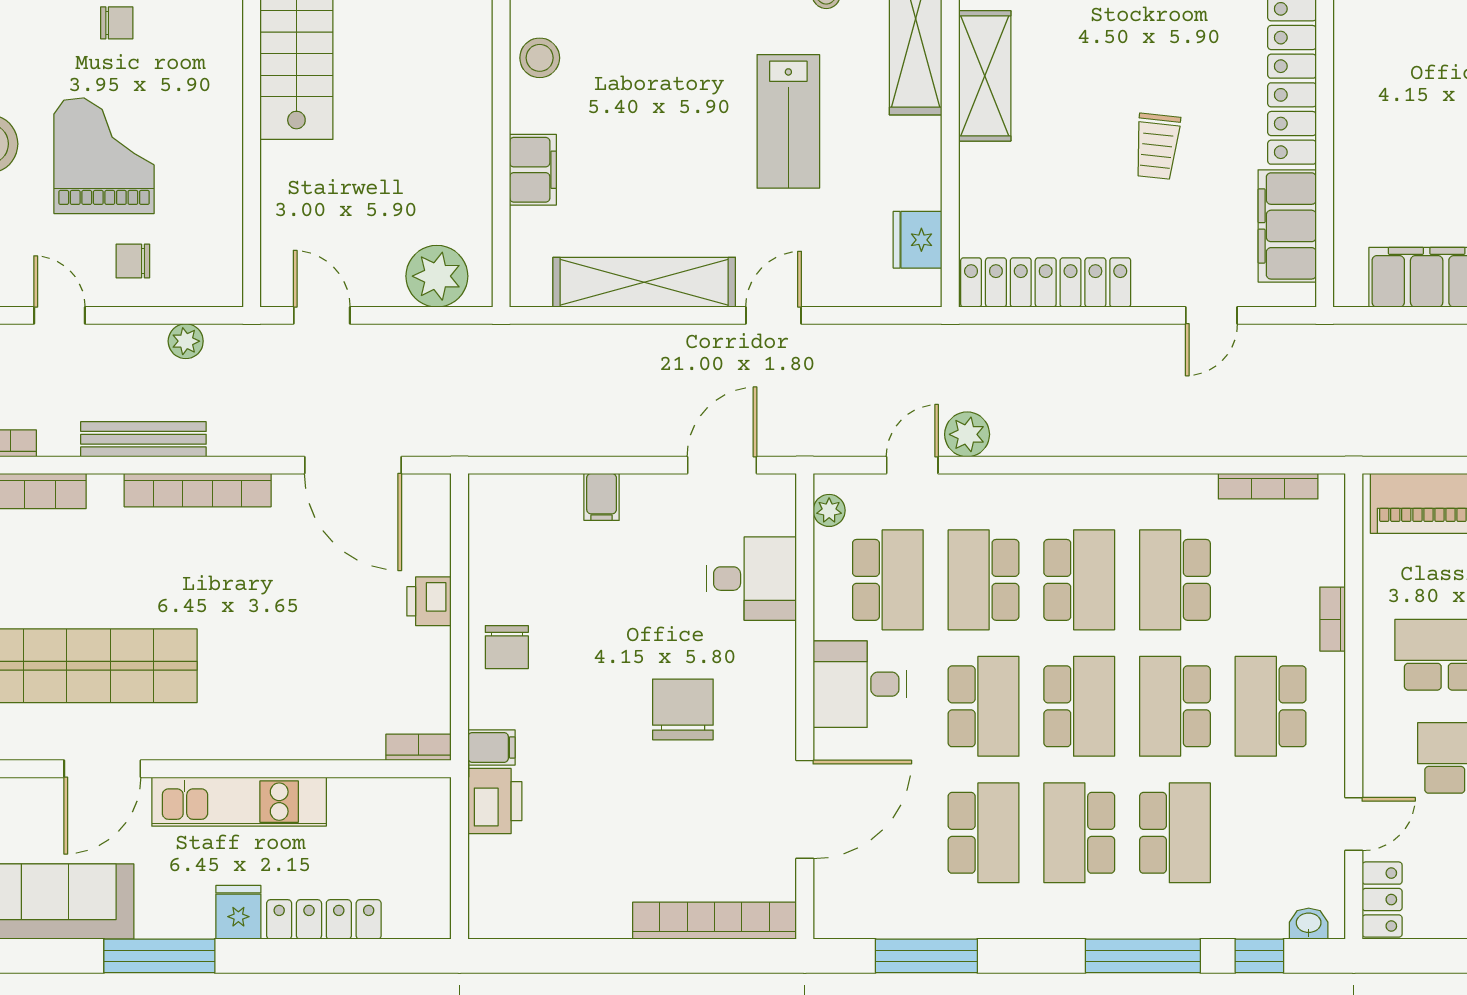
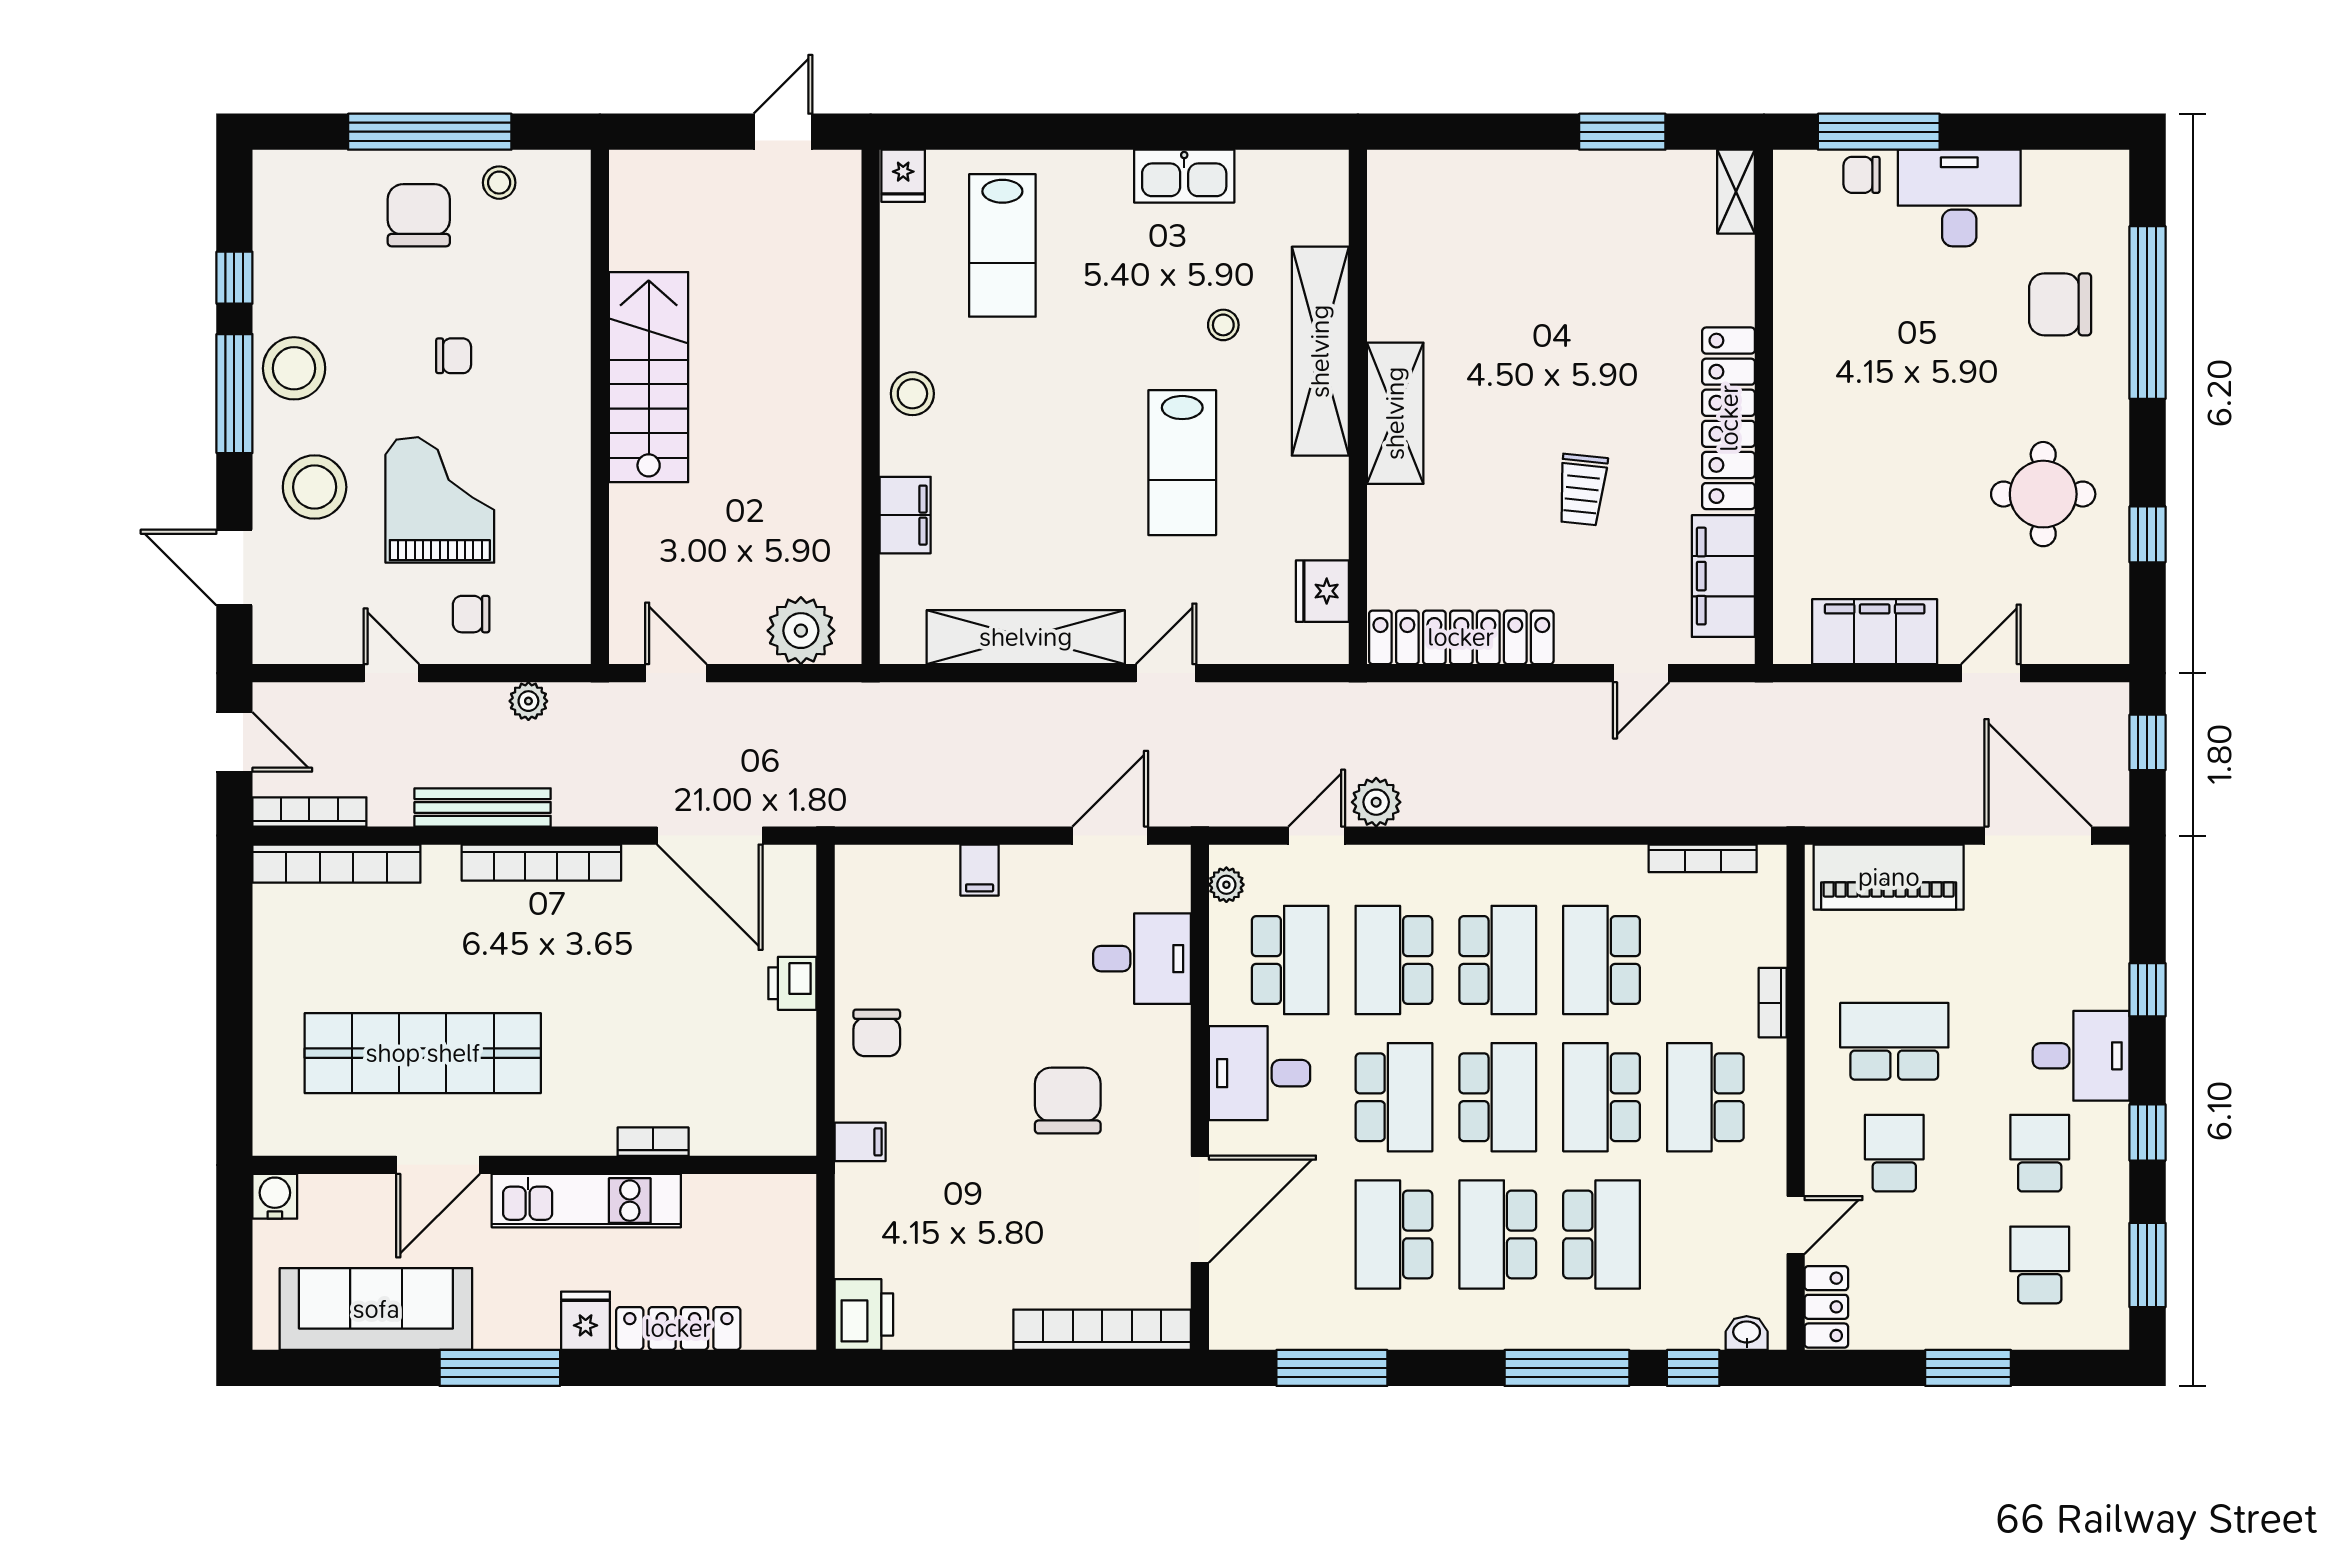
bookcase: (418, 747) -> (653, 1142), moved
printer: (495, 801) -> (864, 1315), moved
school desk: (984, 833) -> (1394, 1234), turned 180

